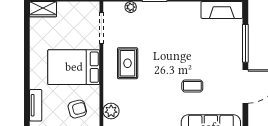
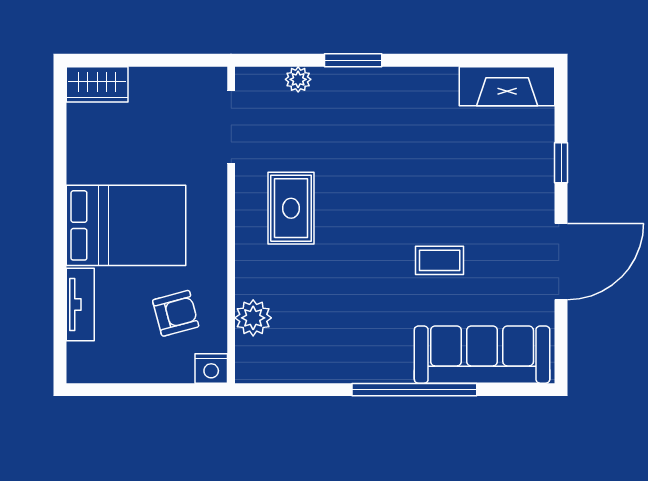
window: (245, 43) -> (561, 163), width x0.46
bed: (74, 67) -> (126, 225), moved, turned 180

